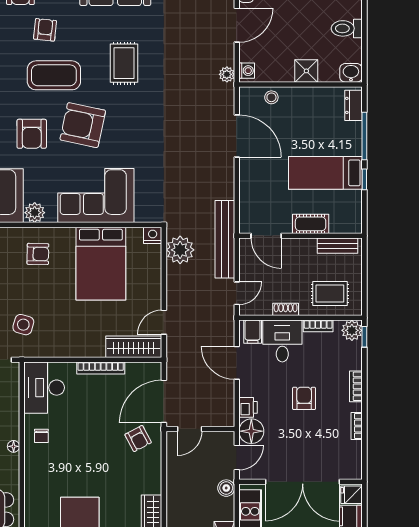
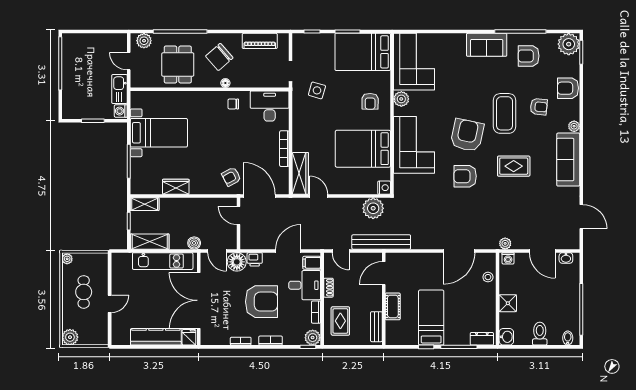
armchair: (32, 134) -> (465, 176), moved
armchair: (304, 398) -> (262, 302), width x1.88, depth x1.88

